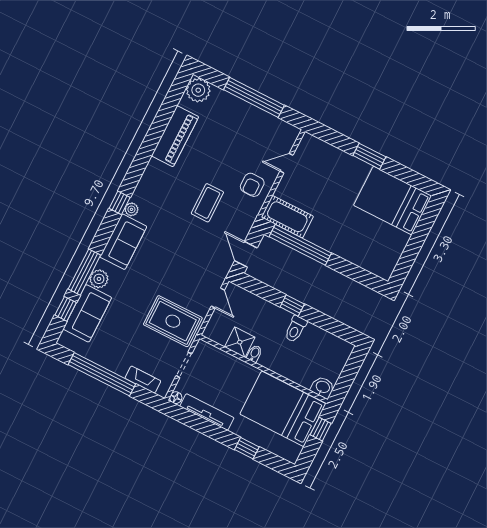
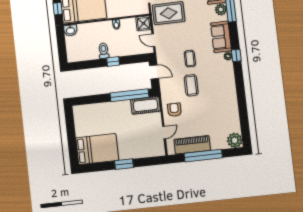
piano: (175, 136) -> (192, 145), moved, turned 90
coffee table: (185, 240) -> (190, 59), added
shower: (240, 342) -> (143, 23), moved

